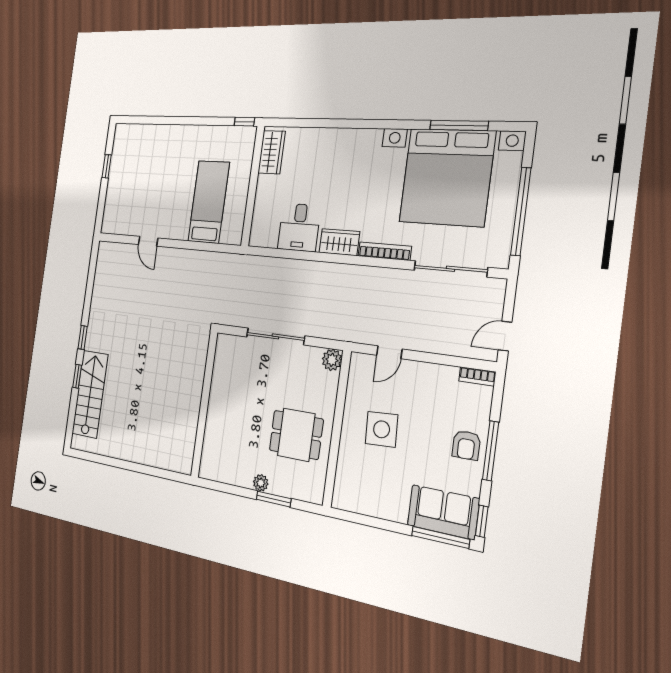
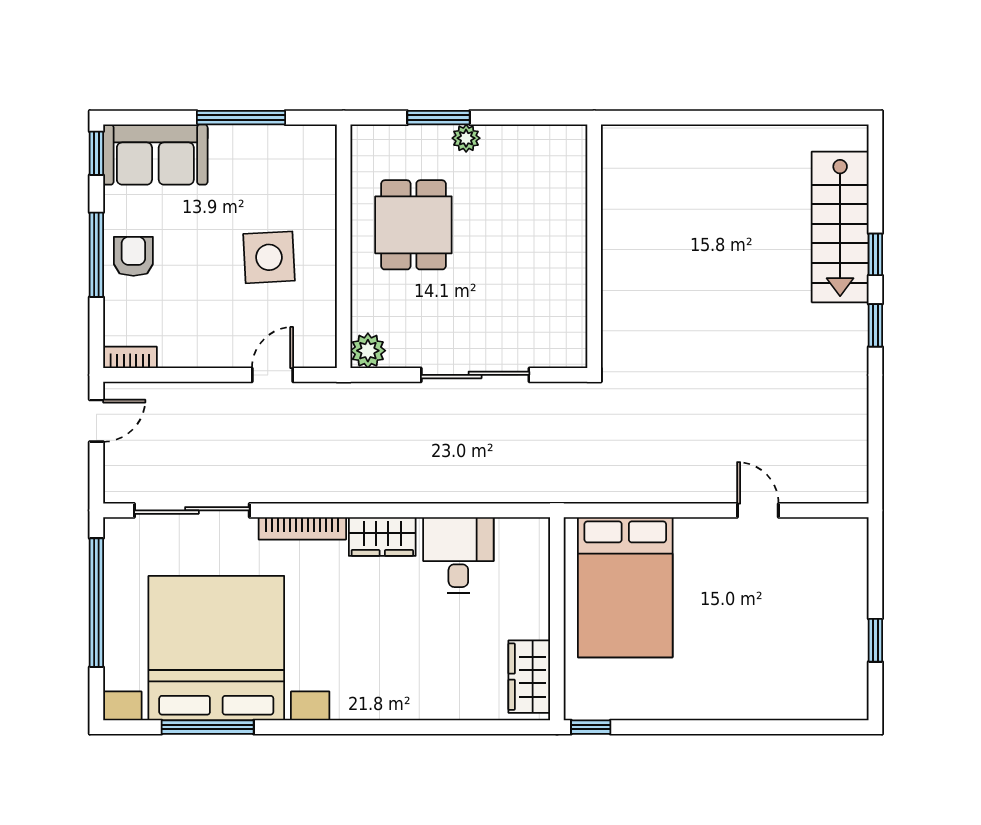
bed: (209, 202) -> (625, 587), width x1.50
dining table: (296, 435) -> (413, 225), turned 90
window: (440, 537) -> (241, 118), moved

